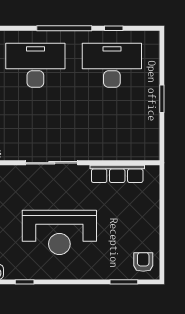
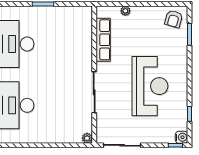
plant: (153, 202) -> (125, 11), added
armchair: (143, 262) -> (174, 19), turned -74

